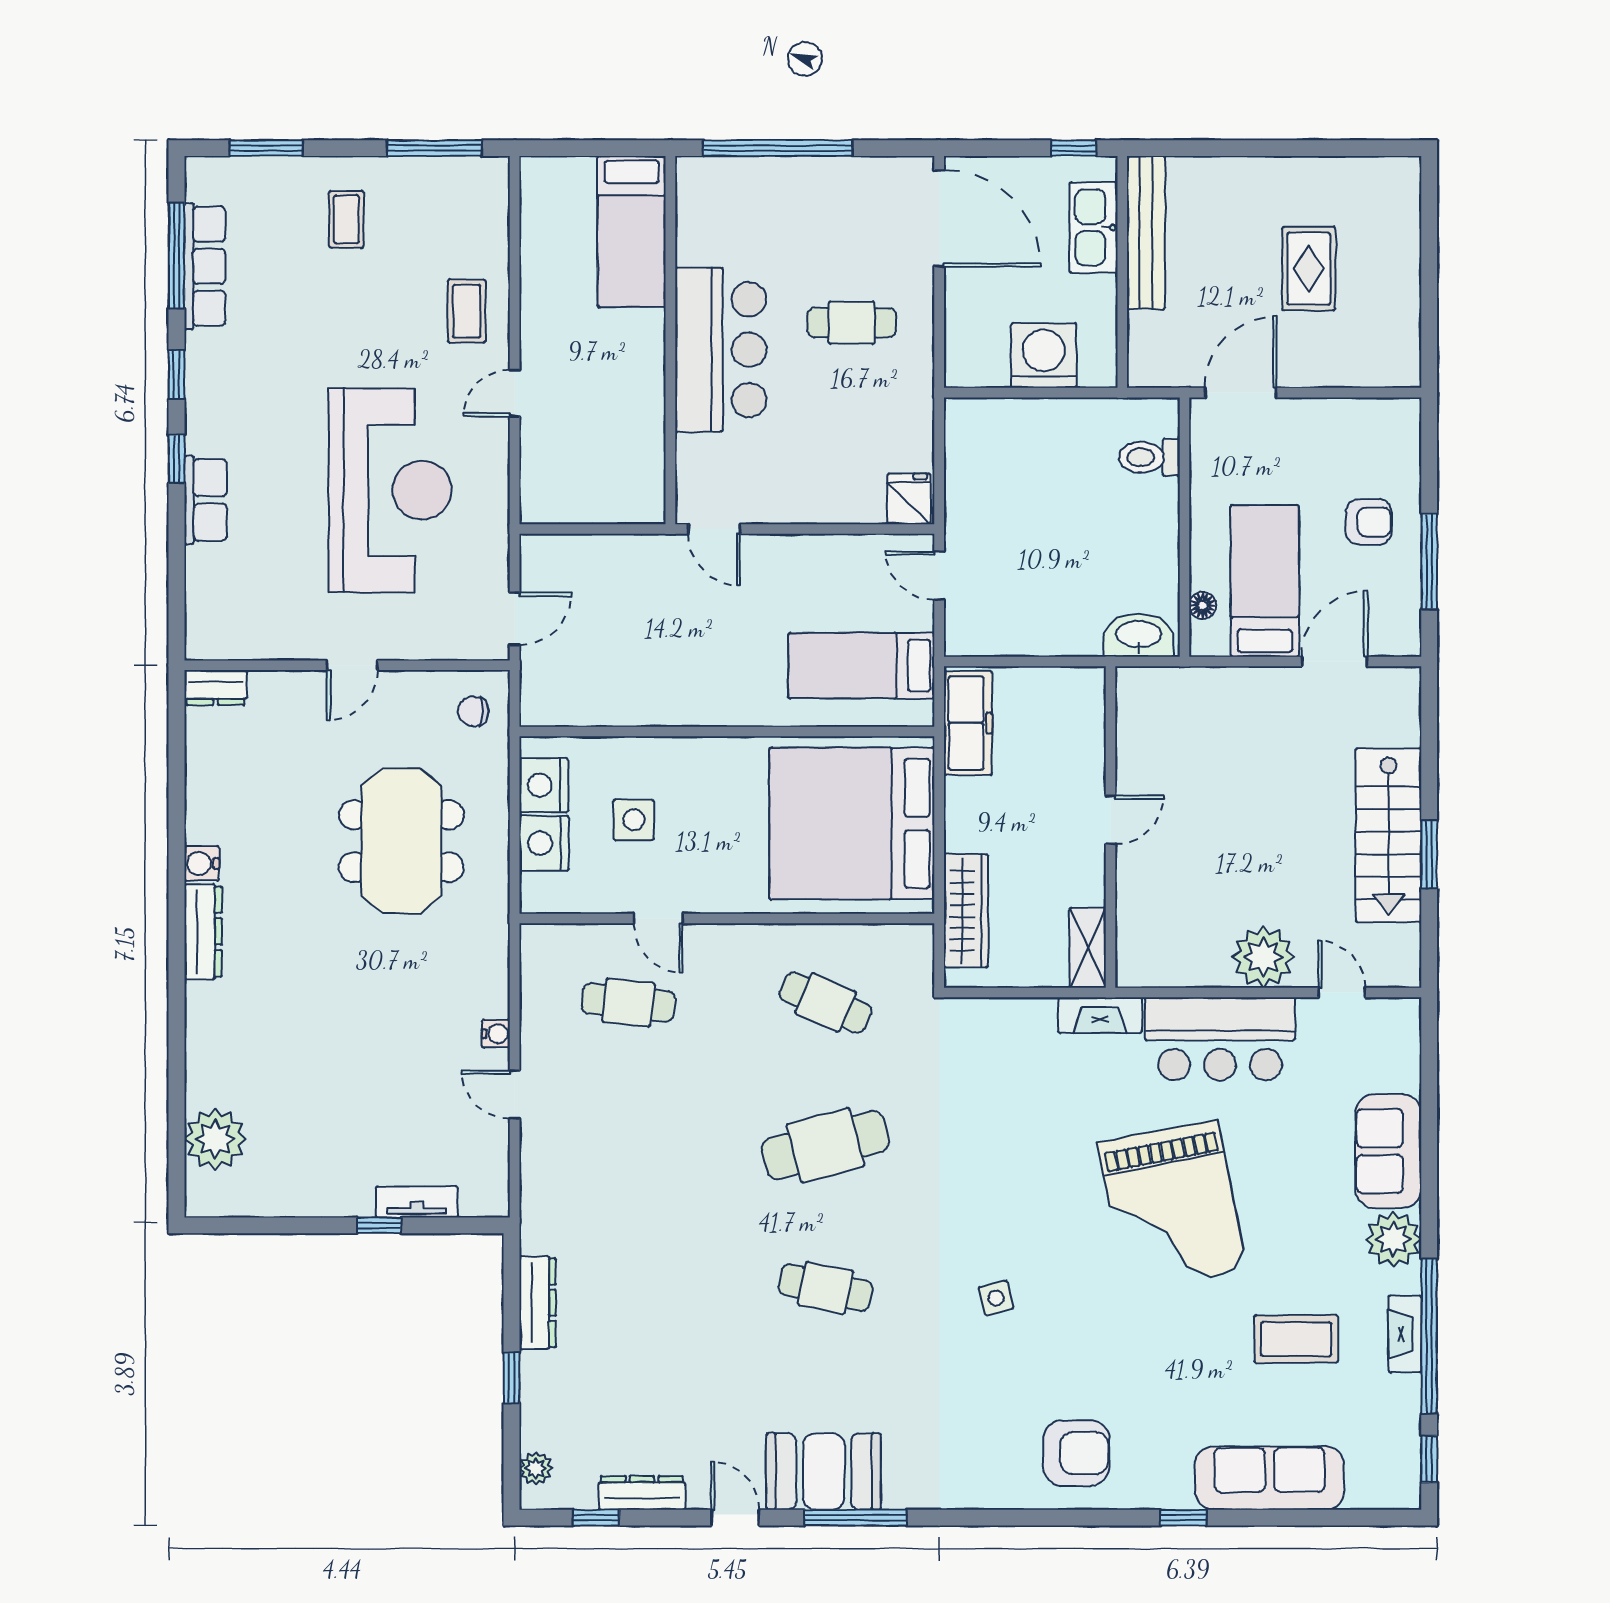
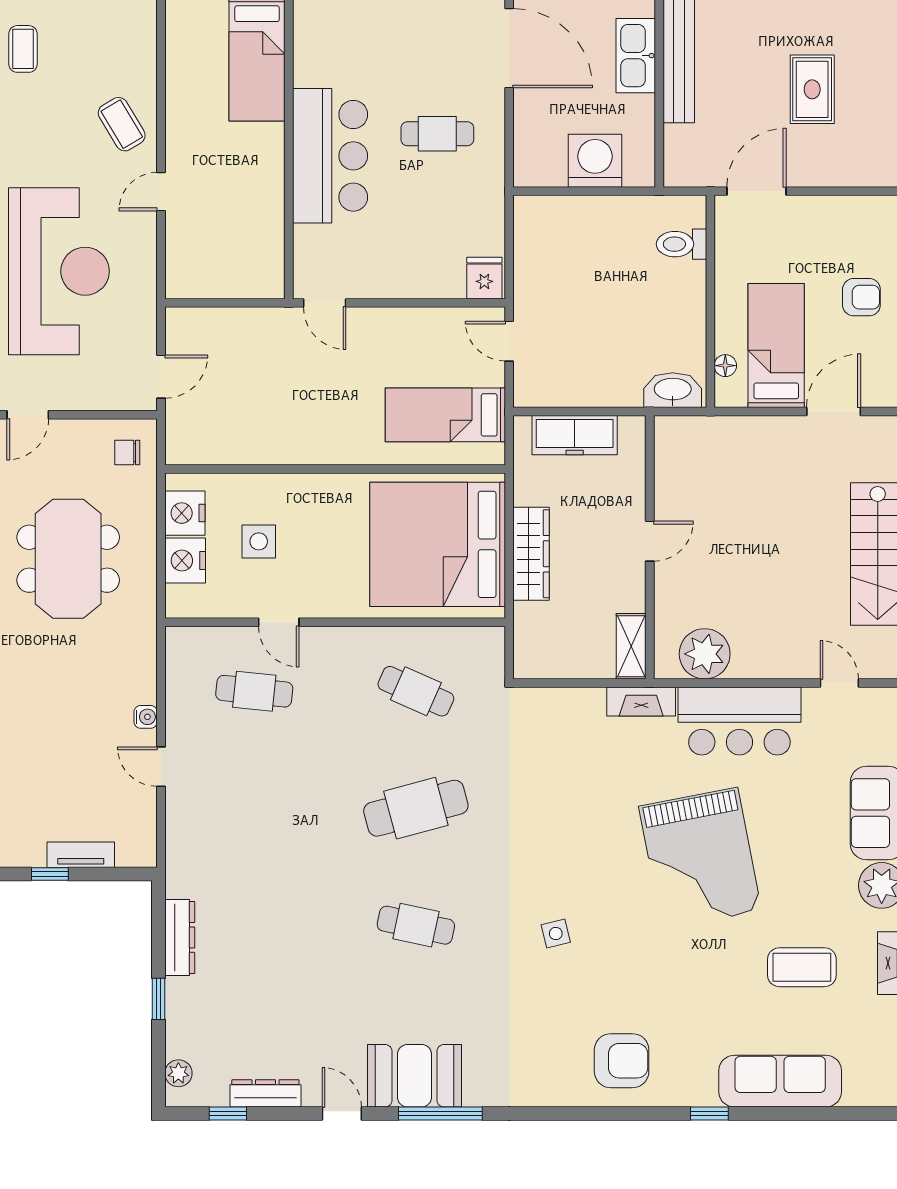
coffee table: (467, 311) -> (122, 124), turned -31
freezer: (968, 723) -> (575, 435), moved, turned 90
wardrobe: (966, 911) -> (531, 554), moved
plant: (1263, 957) -> (705, 654), moved

